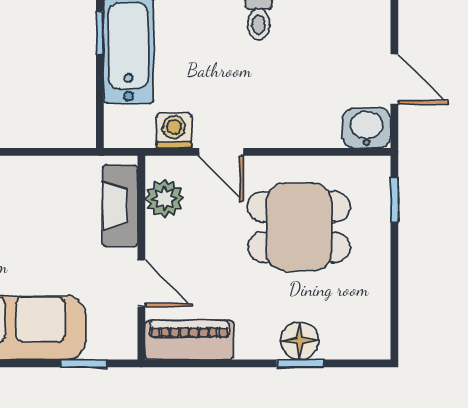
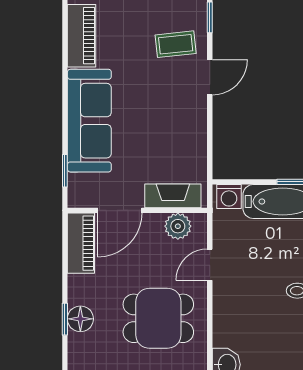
washing machine: (174, 131) -> (229, 197), moved, turned 90
dining table: (299, 227) -> (158, 318), turned 90
door: (141, 283) -> (120, 210), width x1.38

